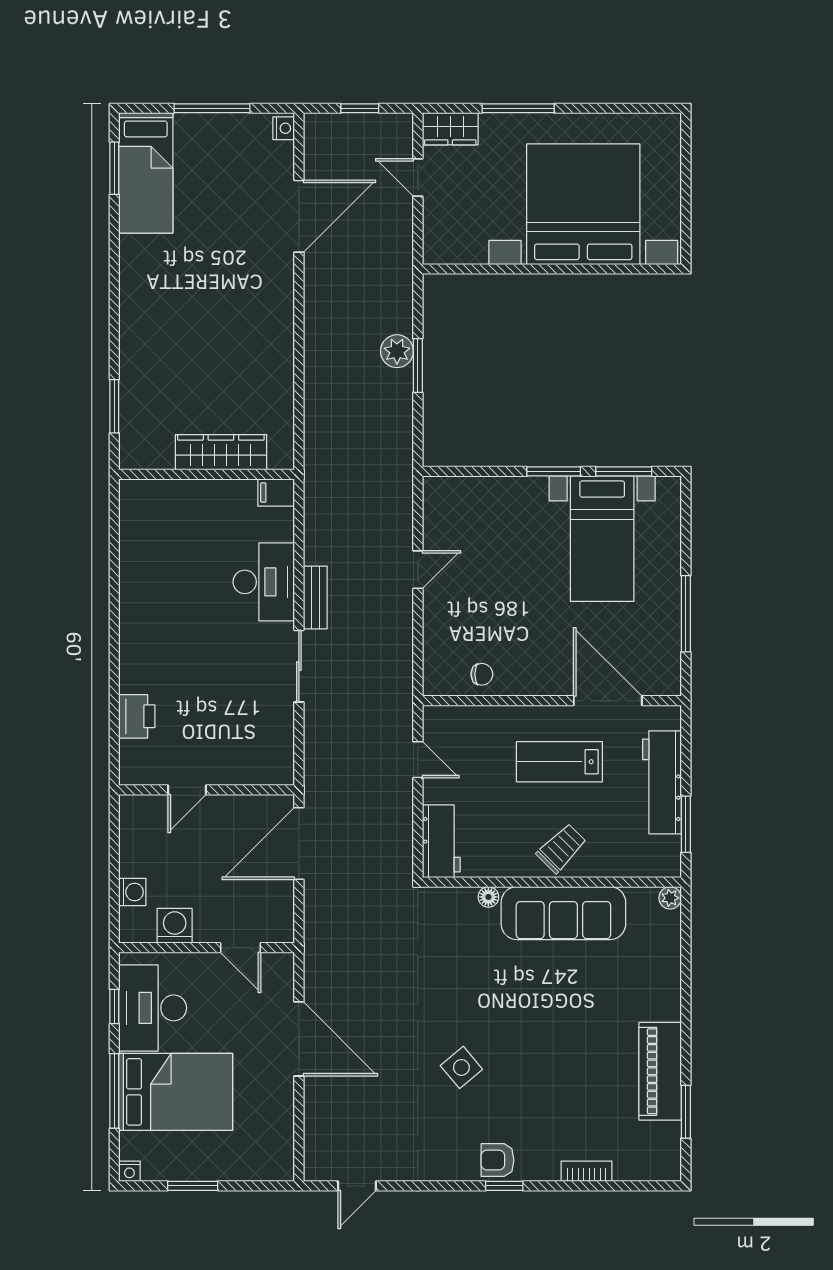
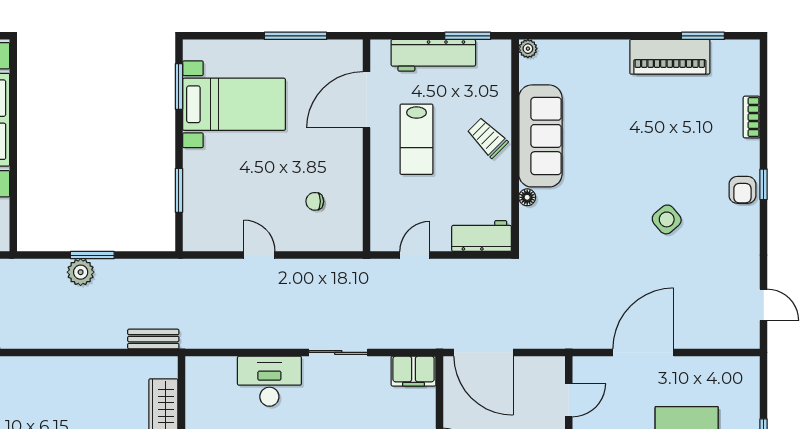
window: (554, 471) -> (179, 190), moved
filing cabinet: (276, 493) -> (414, 371), moved, width x2.00
bench: (315, 597) -> (153, 339), moved
chair: (482, 674) -> (315, 201), moved, turned -90

